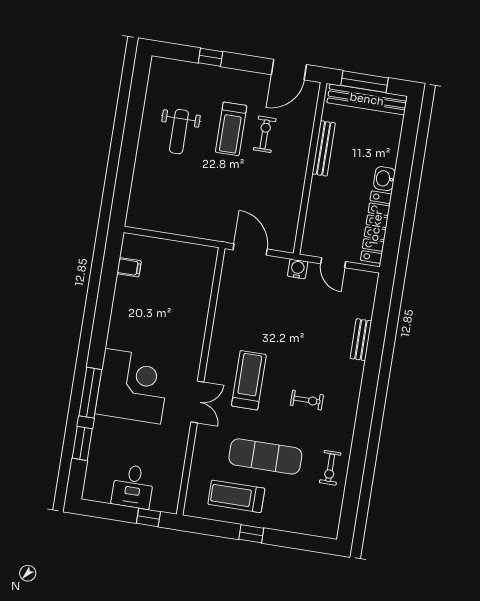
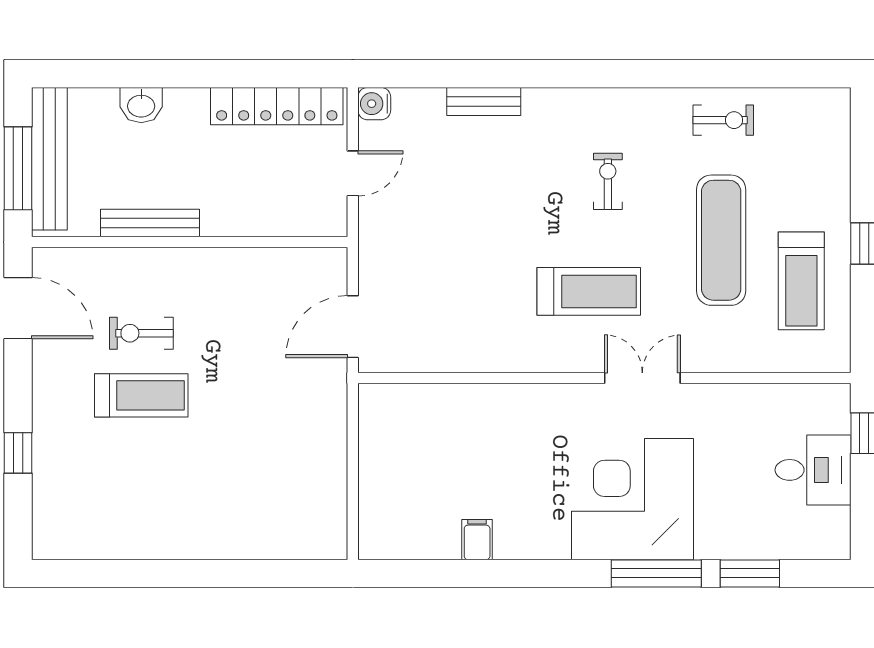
weight bench: (179, 132) -> (161, 488), removed
washbasin: (384, 179) -> (141, 105), moved
filing cabinet: (129, 267) -> (477, 540), moved
water cooler: (298, 269) -> (374, 104), moved
treadmill: (249, 380) -> (589, 291), turned 180

